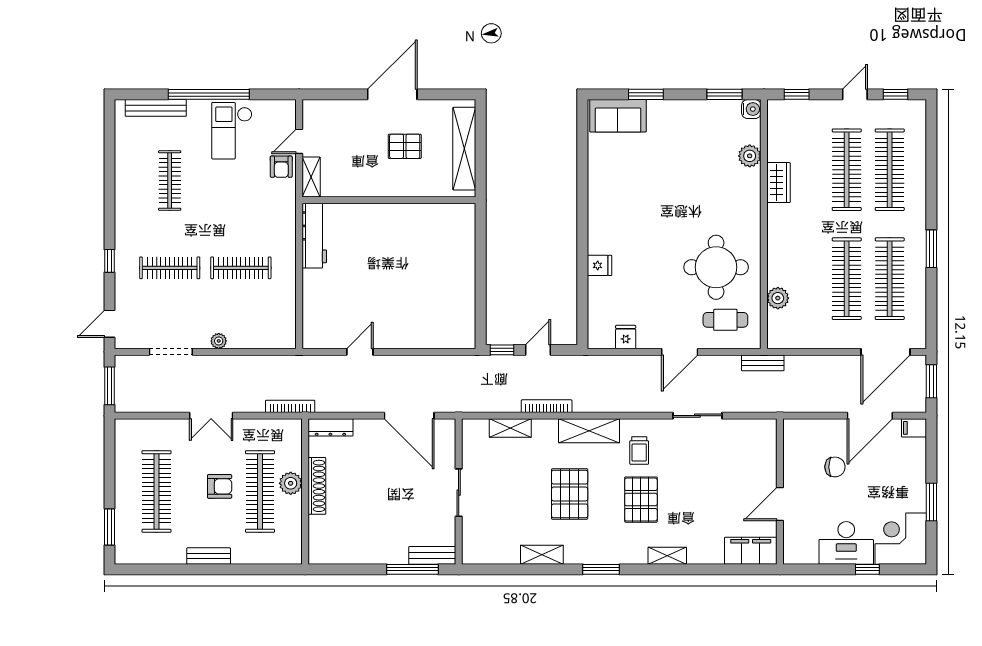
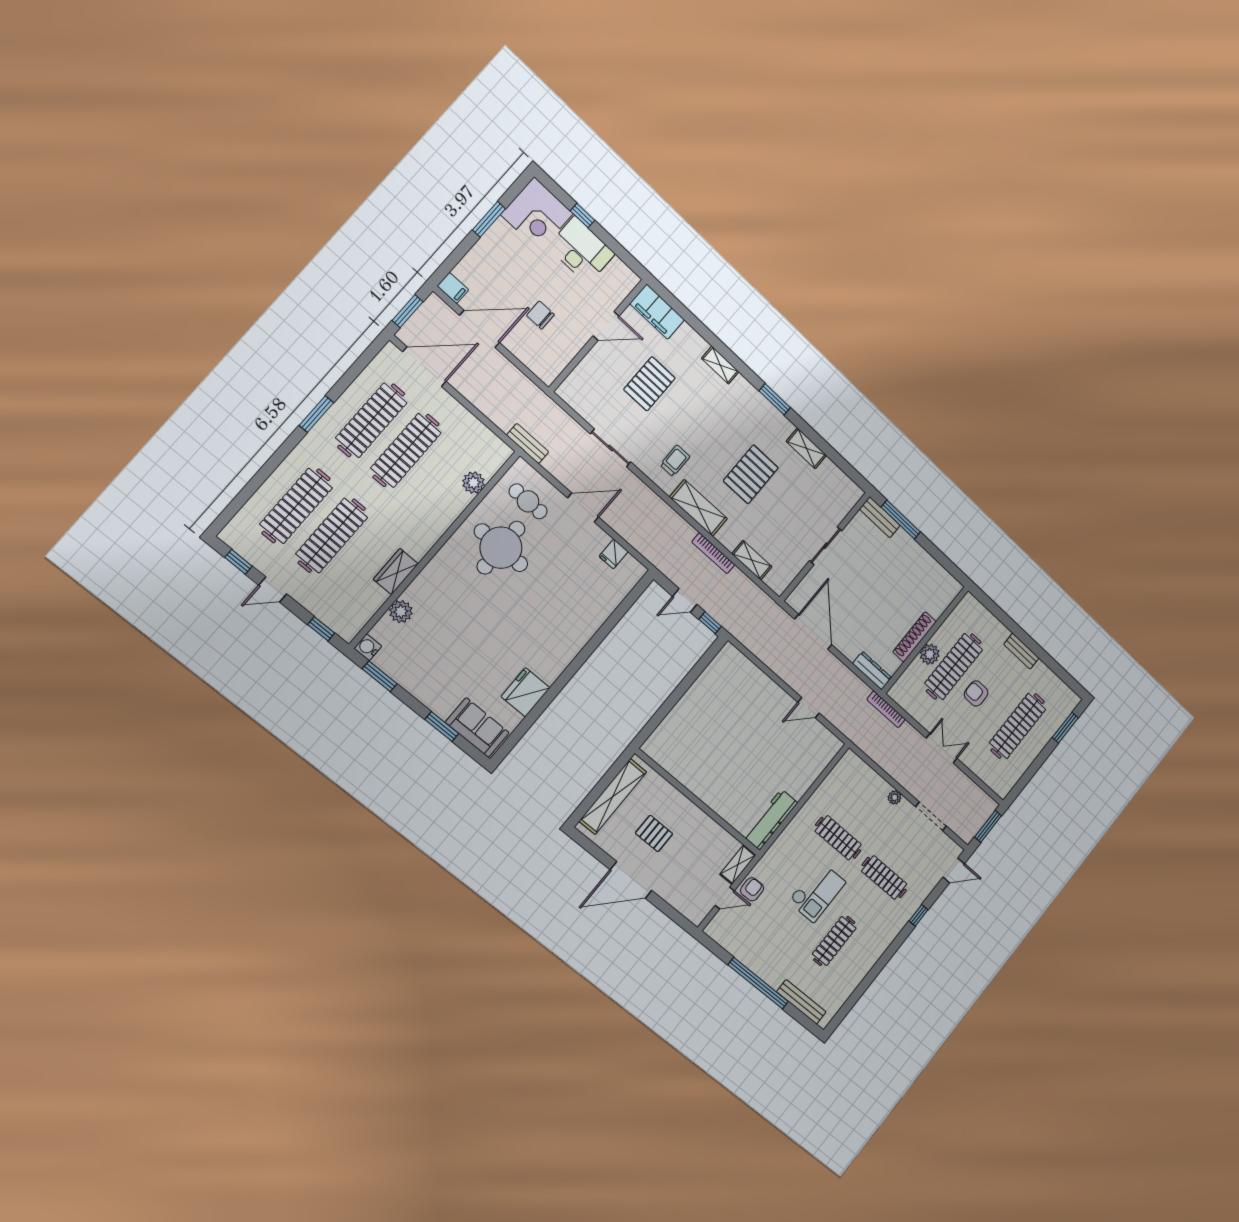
checkout: (232, 131) -> (817, 892), moved
fridge: (599, 265) -> (526, 692), moved, width x1.88, depth x1.34
pallet: (641, 500) -> (649, 384), moved

